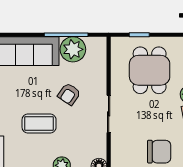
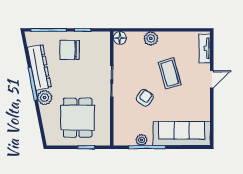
plant: (73, 49) -> (142, 140), width x0.53, depth x0.53
coffee table: (39, 124) -> (170, 73), turned 74

